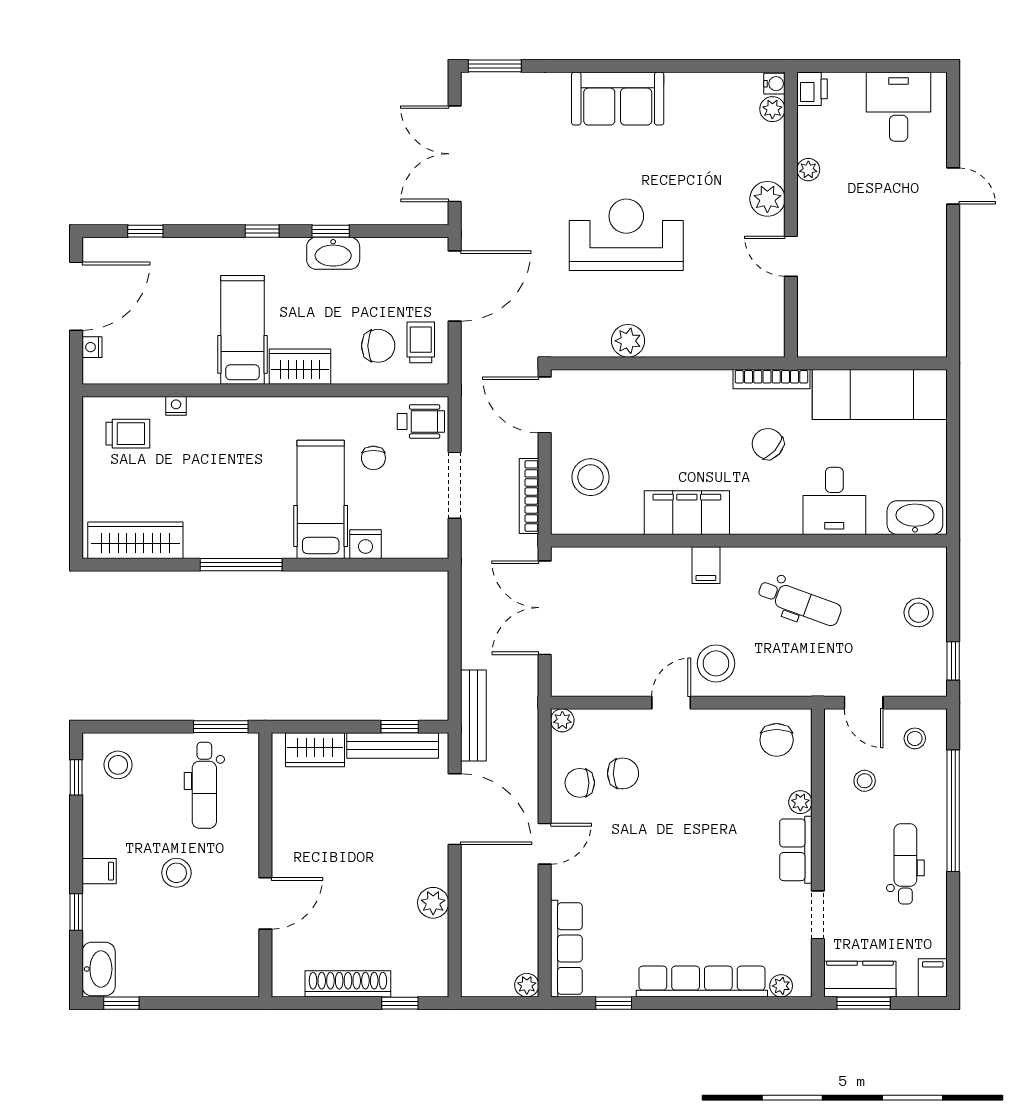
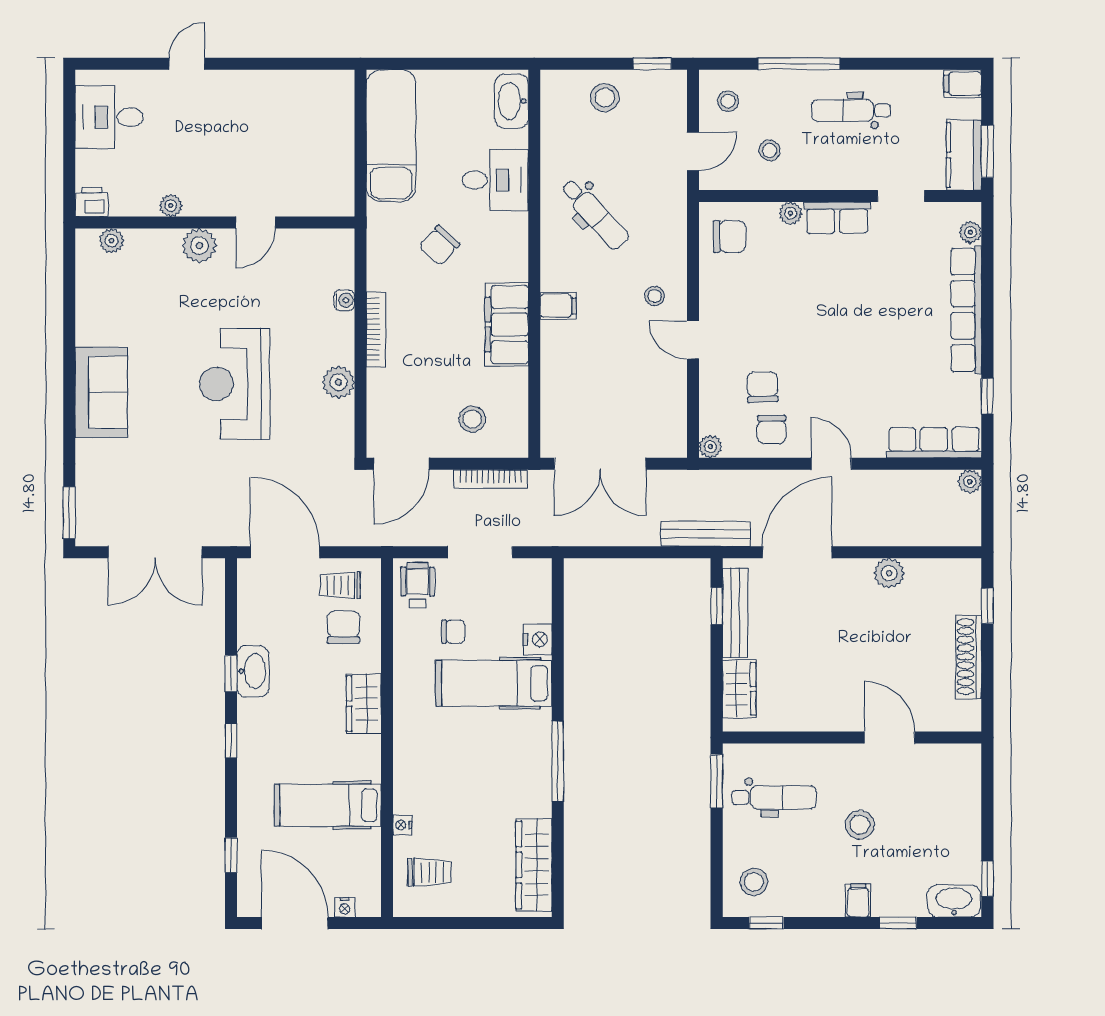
water cooler: (774, 84) -> (344, 300), moved, turned 90
hospital bed: (243, 330) -> (328, 805), moved
bookcase: (772, 379) -> (376, 329), moved
trolley: (128, 434) -> (429, 872), turned 90
stool: (591, 477) -> (472, 419), width x0.73, depth x0.73
dental chair: (800, 602) -> (595, 214), turned 117
stool: (716, 663) -> (655, 296), width x0.53, depth x0.53
window: (953, 811) -> (799, 64), width x0.68

